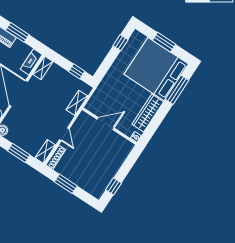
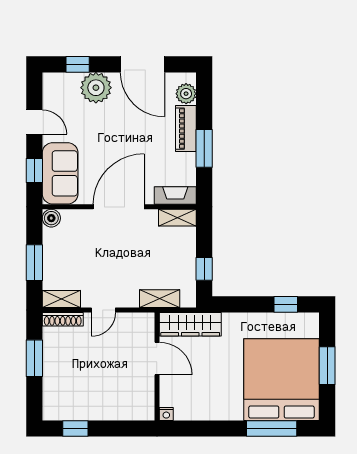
wardrobe: (148, 113) -> (190, 324), moved, turned 180

